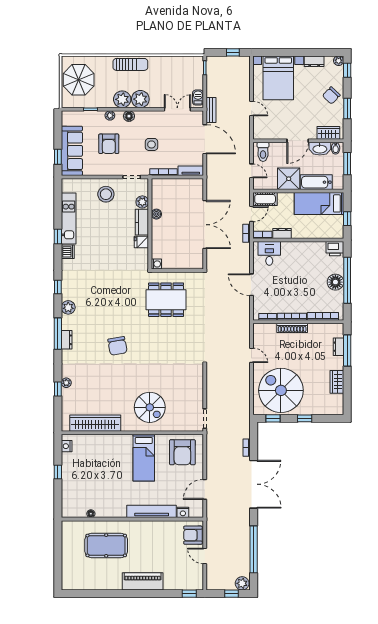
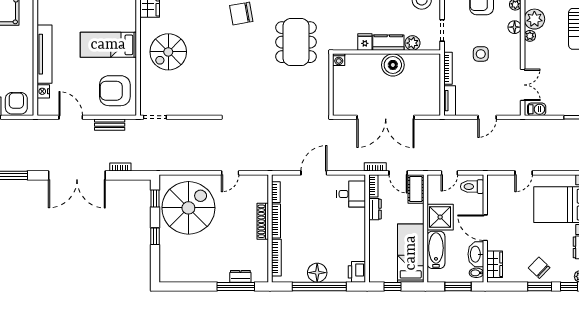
plant: (140, 99) -> (530, 36), width x0.53, depth x0.53
window: (347, 109) -> (540, 286), moved
bench: (211, 110) -> (110, 125), moved
door: (205, 139) -> (487, 117), width x0.53
boiler: (156, 214) -> (393, 65), width x1.86, depth x1.86
dining table: (166, 300) -> (296, 42), moved
wardrobe: (337, 382) -> (199, 274), removed

